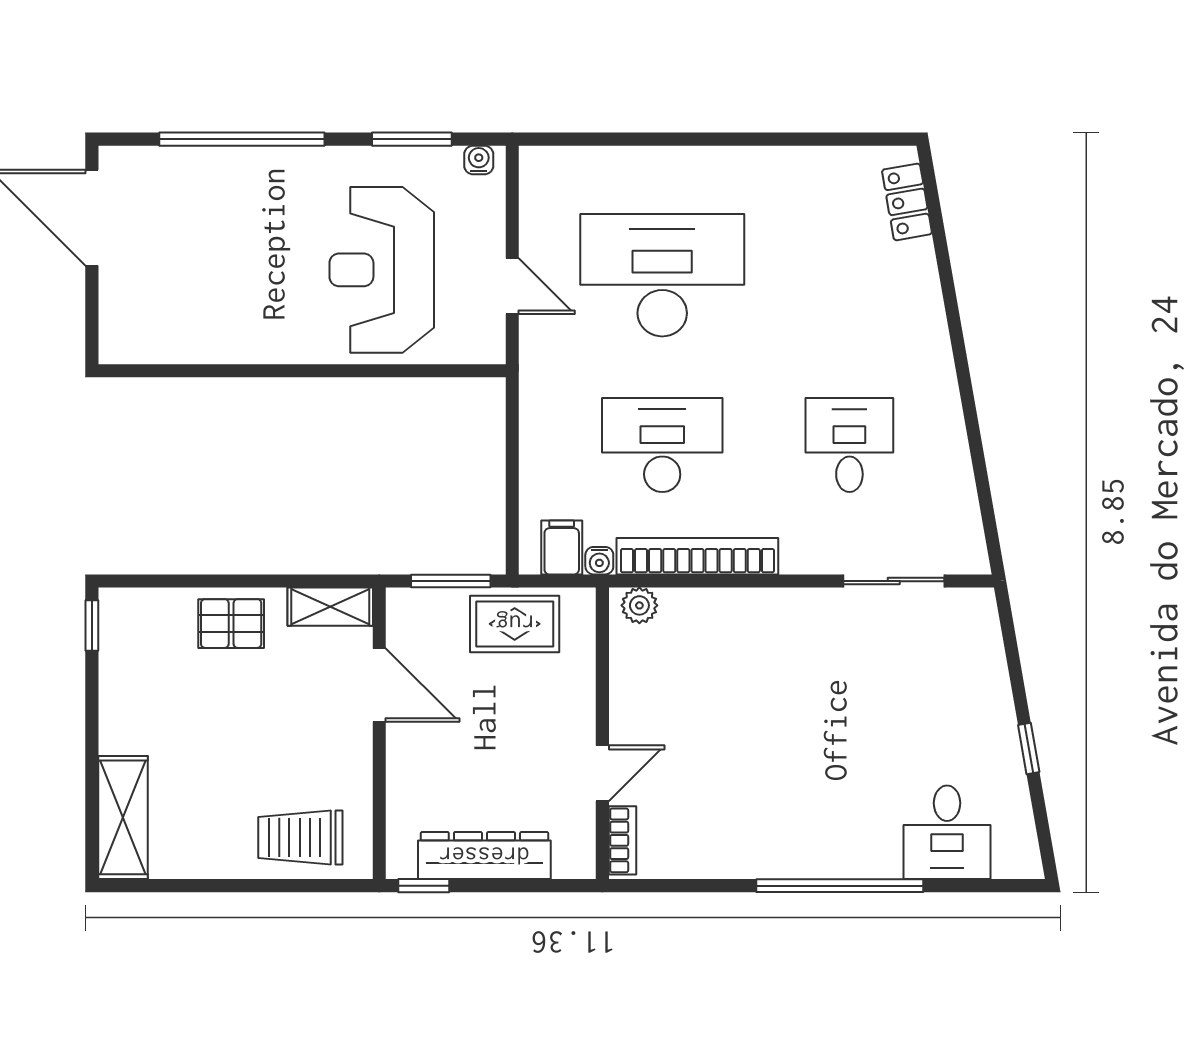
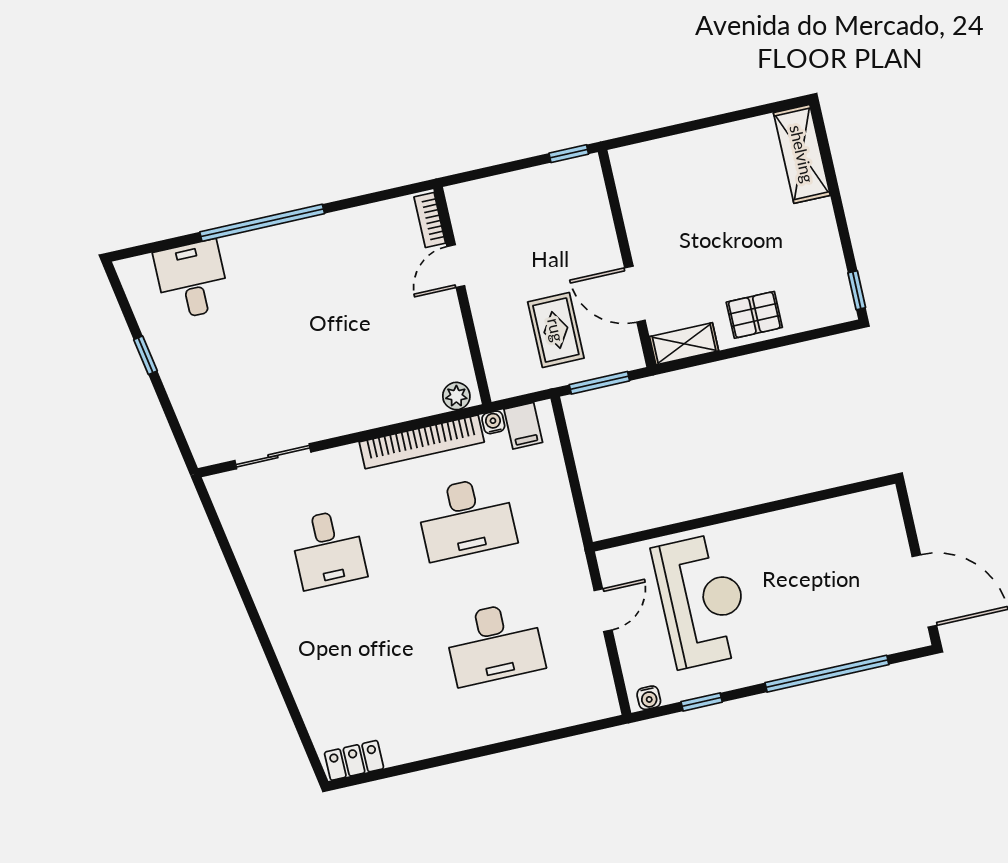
window: (412, 139) -> (702, 702), width x0.67
locker: (907, 202) -> (354, 760), moved, turned -80
desk: (662, 275) -> (494, 643), width x0.73, depth x0.77
door: (512, 286) -> (603, 610), swing flipped
rug: (515, 624) -> (556, 330), moved, turned 90
trolley: (300, 837) -> (668, 169), removed
dresser: (484, 856) -> (529, 186), removed

